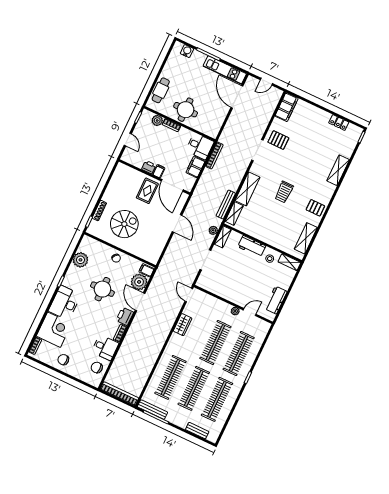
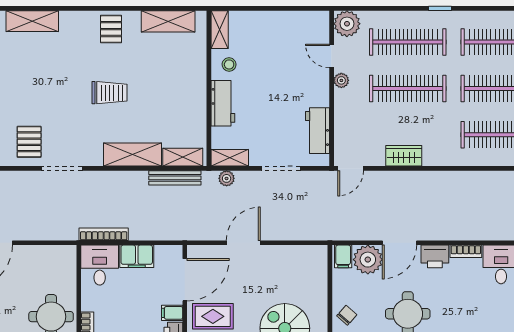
workbench: (276, 300) -> (318, 131), moved, turned 90
plant: (262, 327) -> (347, 24), added

